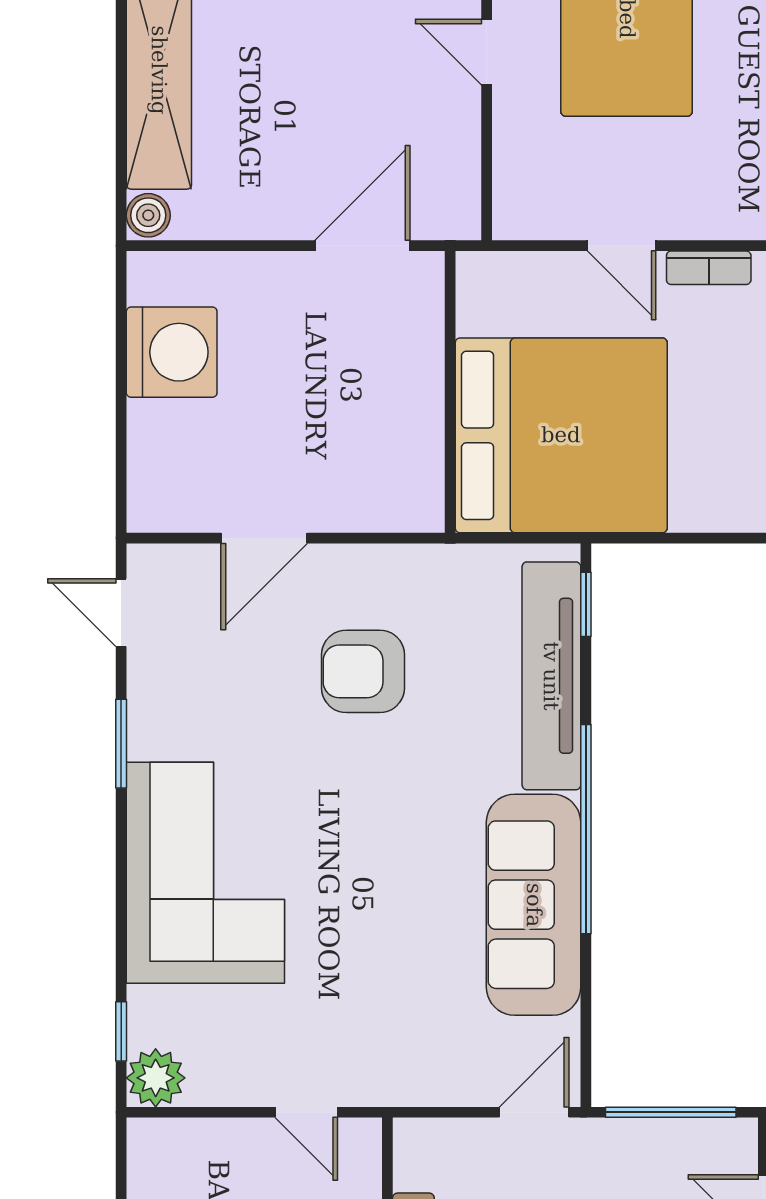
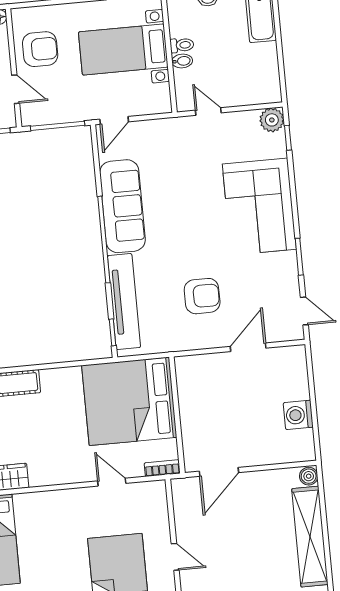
bookcase: (709, 268) -> (162, 468), moved
washing machine: (172, 352) -> (298, 415), width x0.73, depth x0.73

